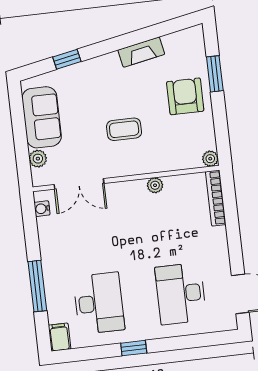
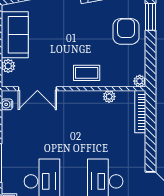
coffee table: (124, 129) -> (87, 73), moved
plant: (155, 185) -> (109, 97), moved

